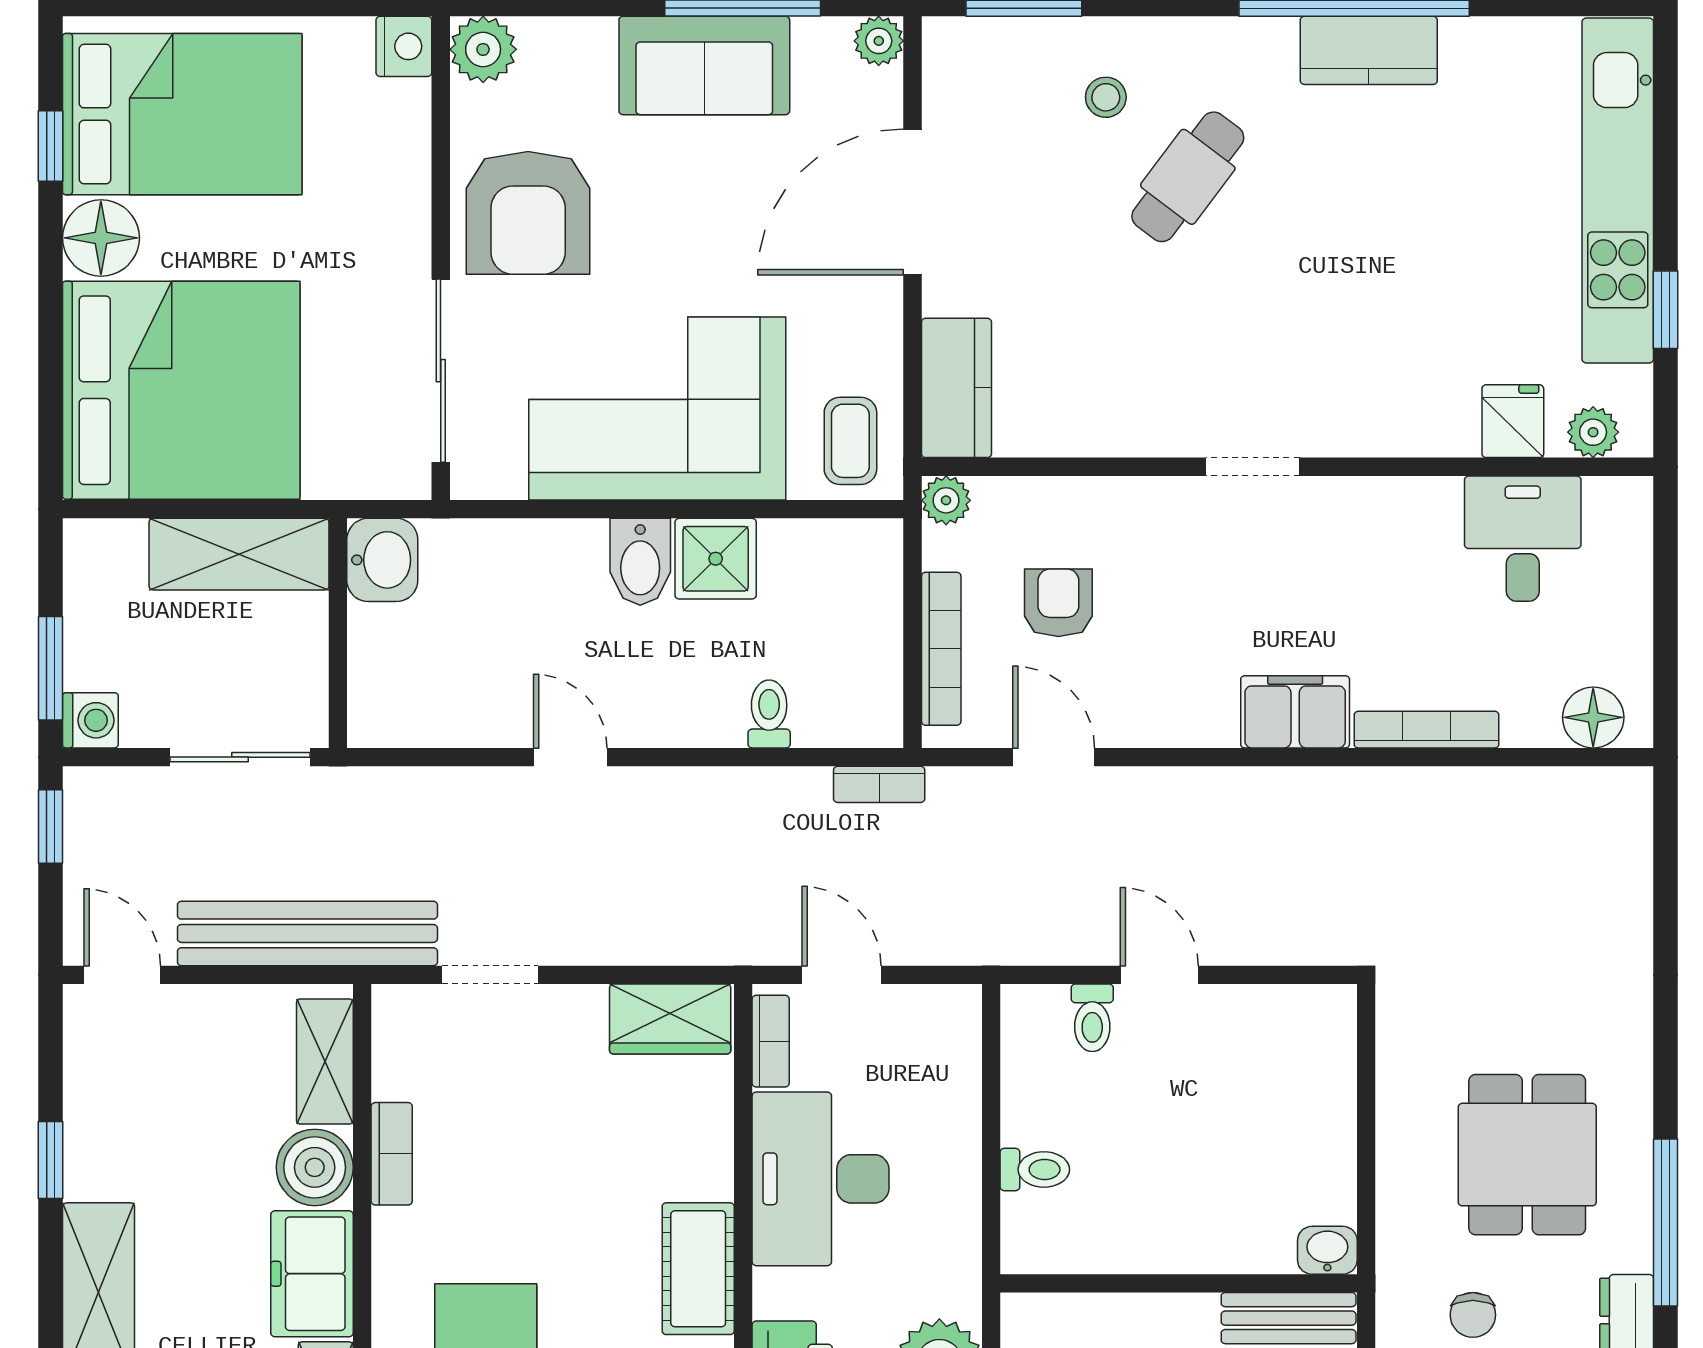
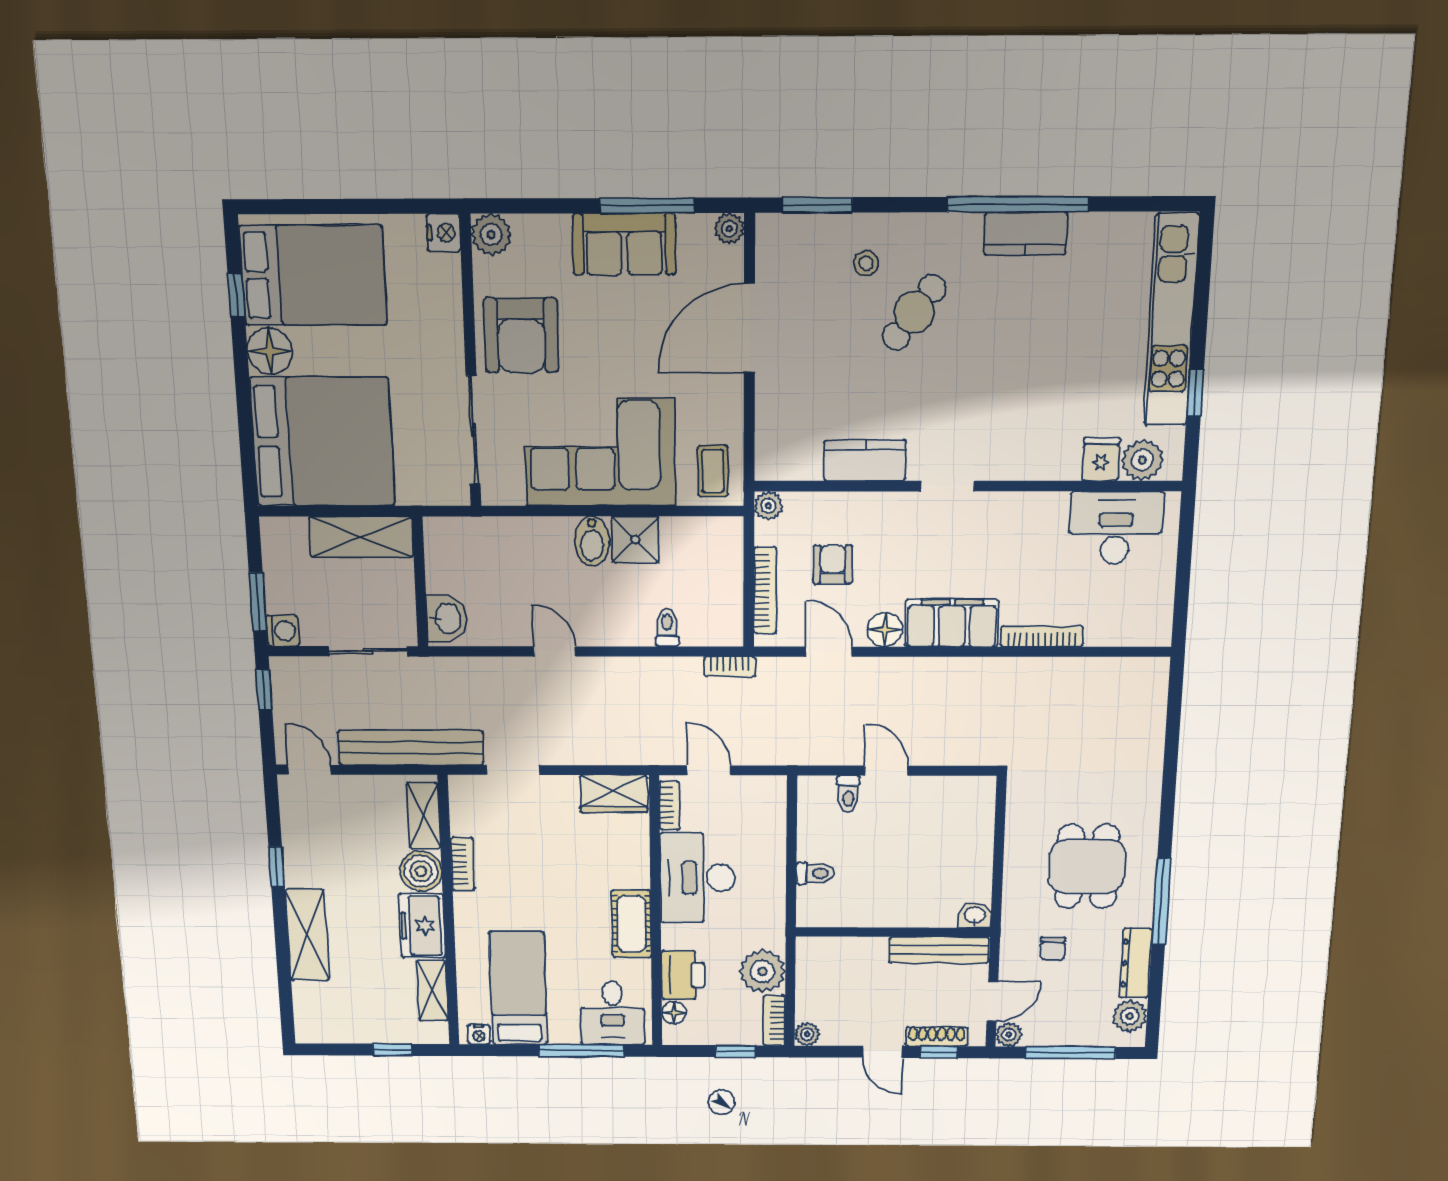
kitchen counter: (956, 388) -> (865, 460), moved, turned -90
plant: (1593, 432) -> (1142, 460), width x1.38, depth x1.38
desk: (1523, 539) -> (1116, 528), width x1.37
washbasin: (382, 560) -> (447, 619), moved
filing cabinet: (1295, 712) -> (952, 623), width x1.50, depth x1.17
floor lamp: (1593, 717) -> (885, 630), moved
bench: (1289, 1318) -> (939, 950), width x1.36

